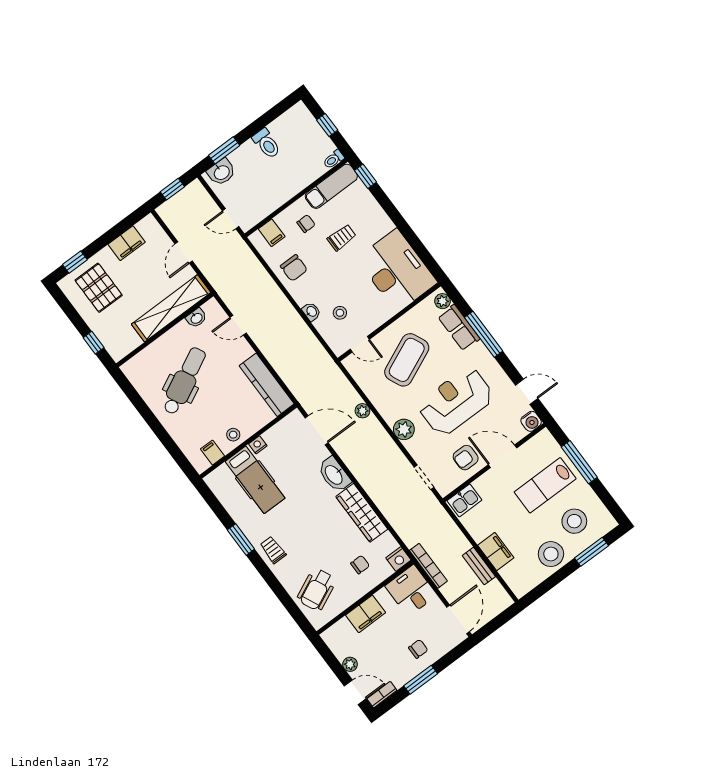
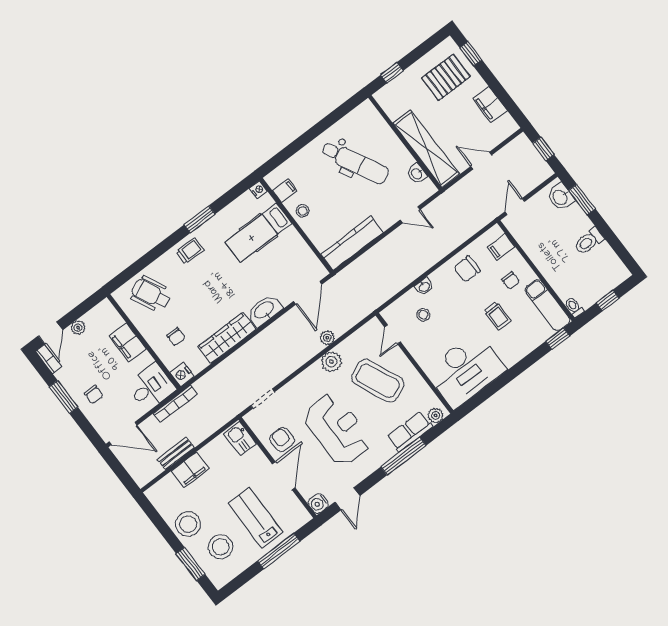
door: (238, 325) -> (410, 215), swing flipped
plant: (404, 429) -> (331, 362), moved
nightstand: (258, 445) -> (258, 190), moved

